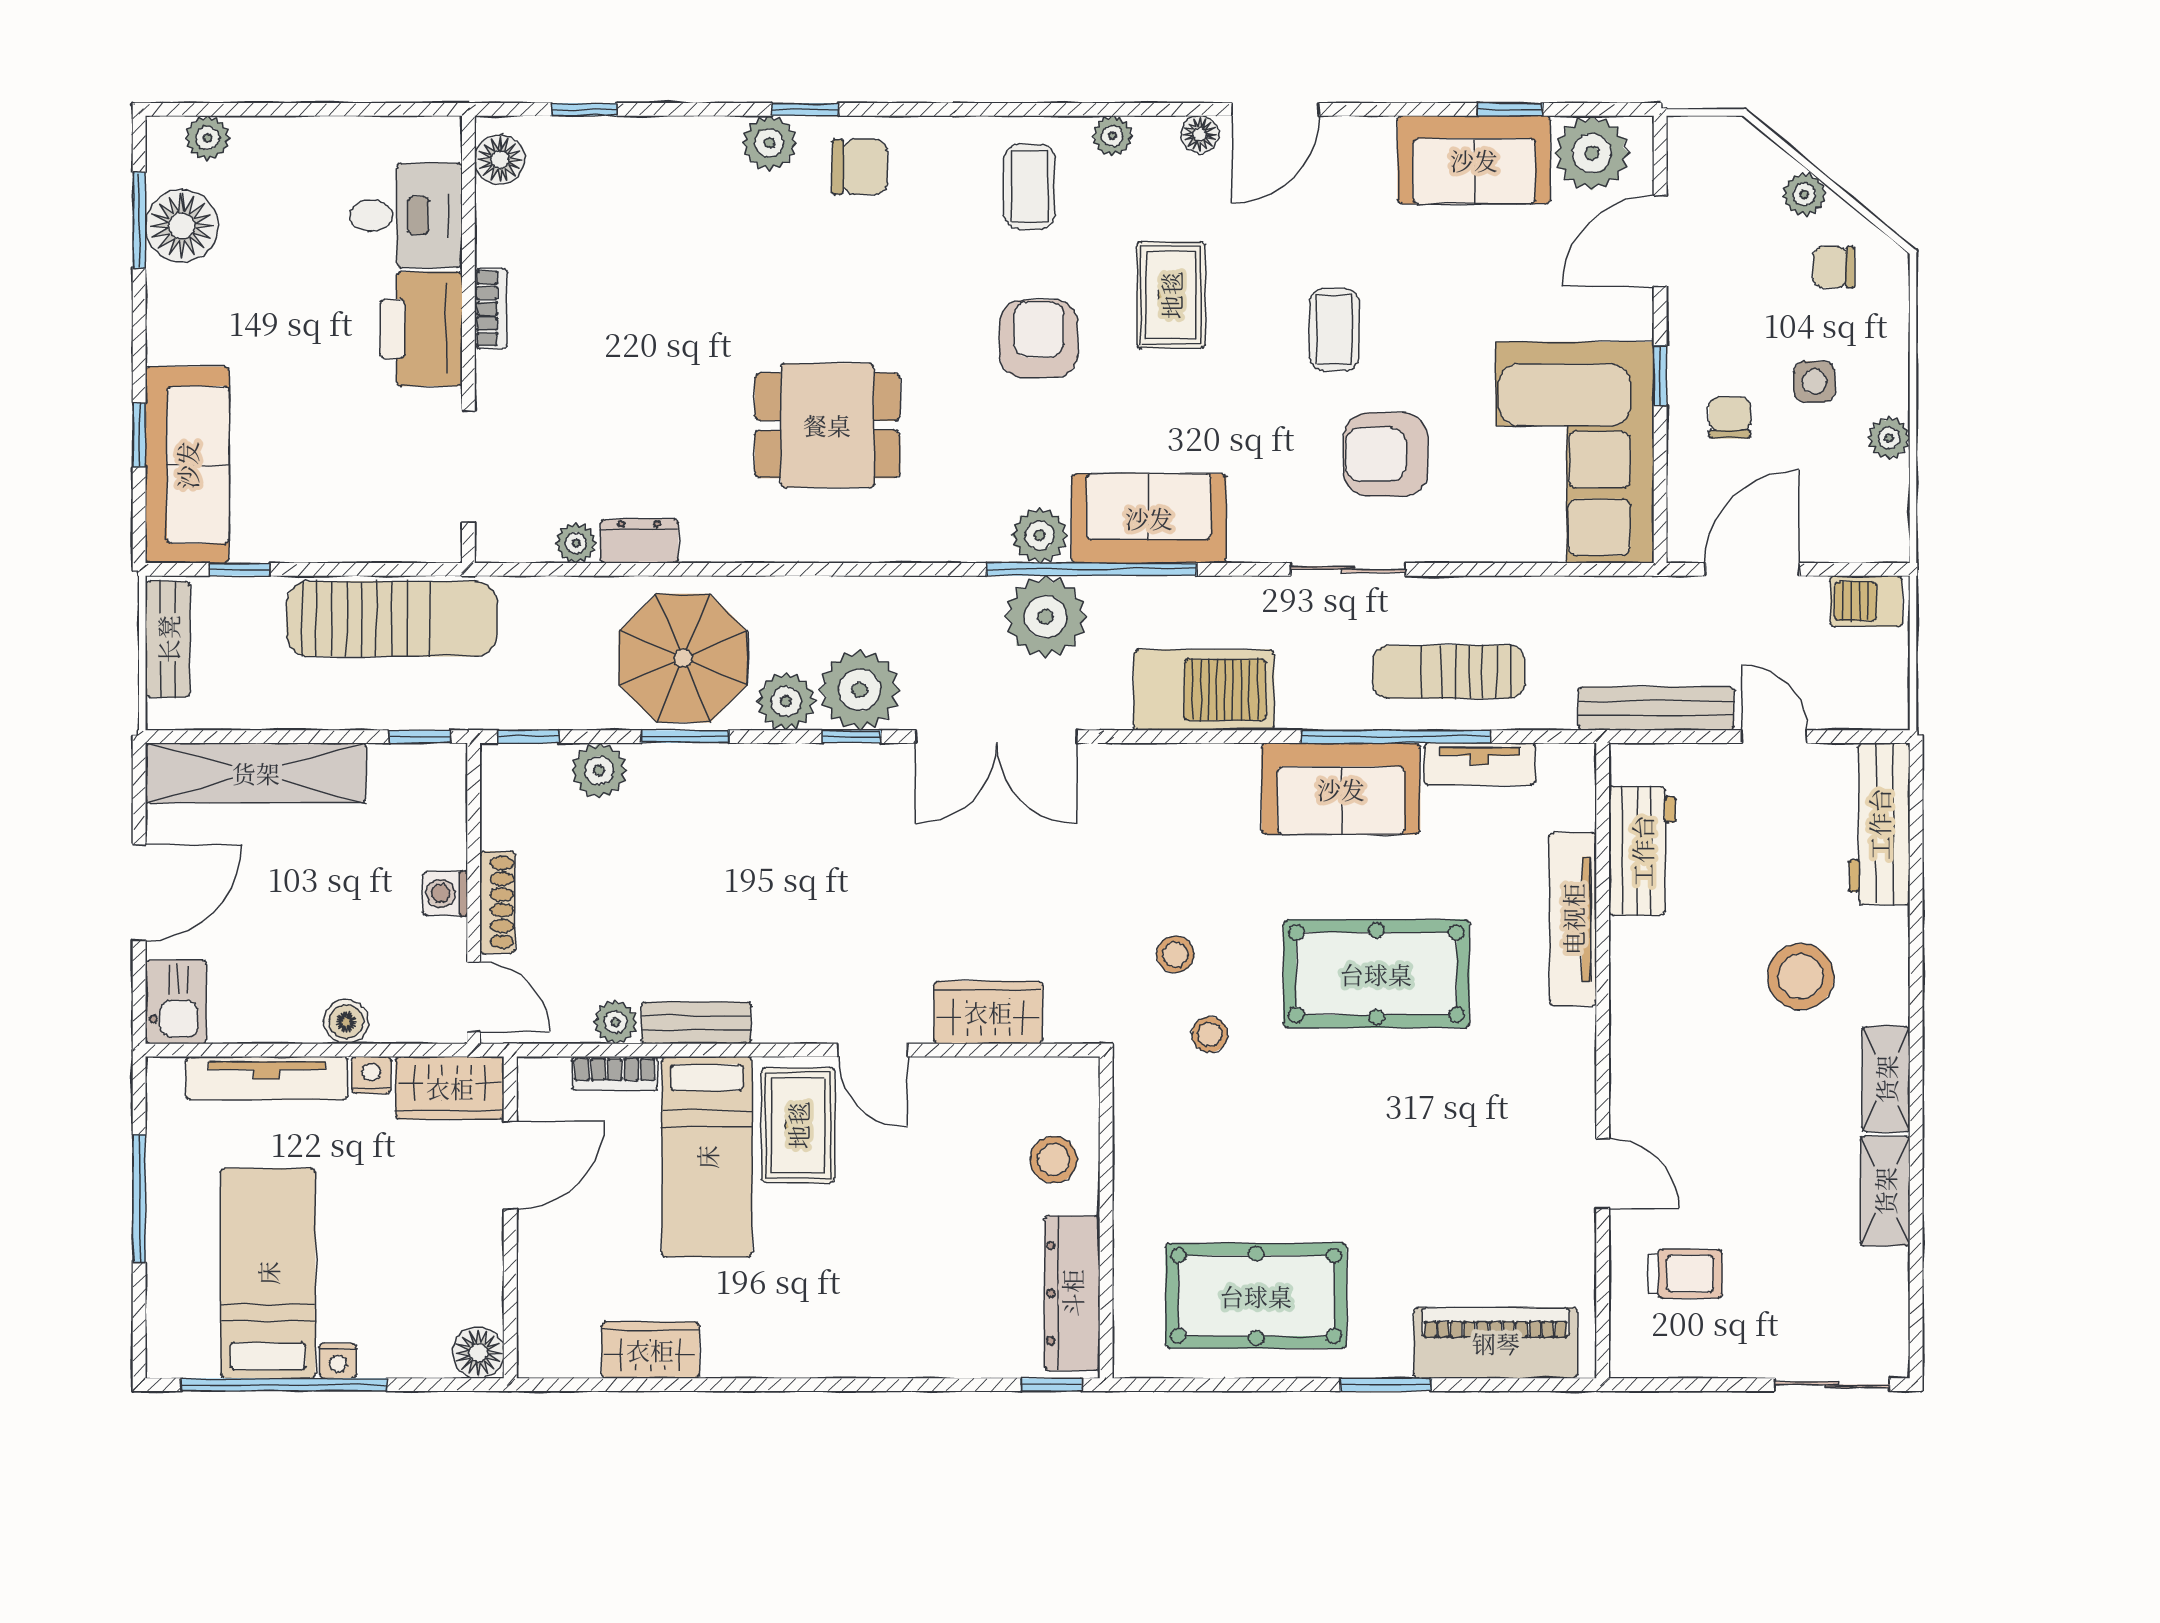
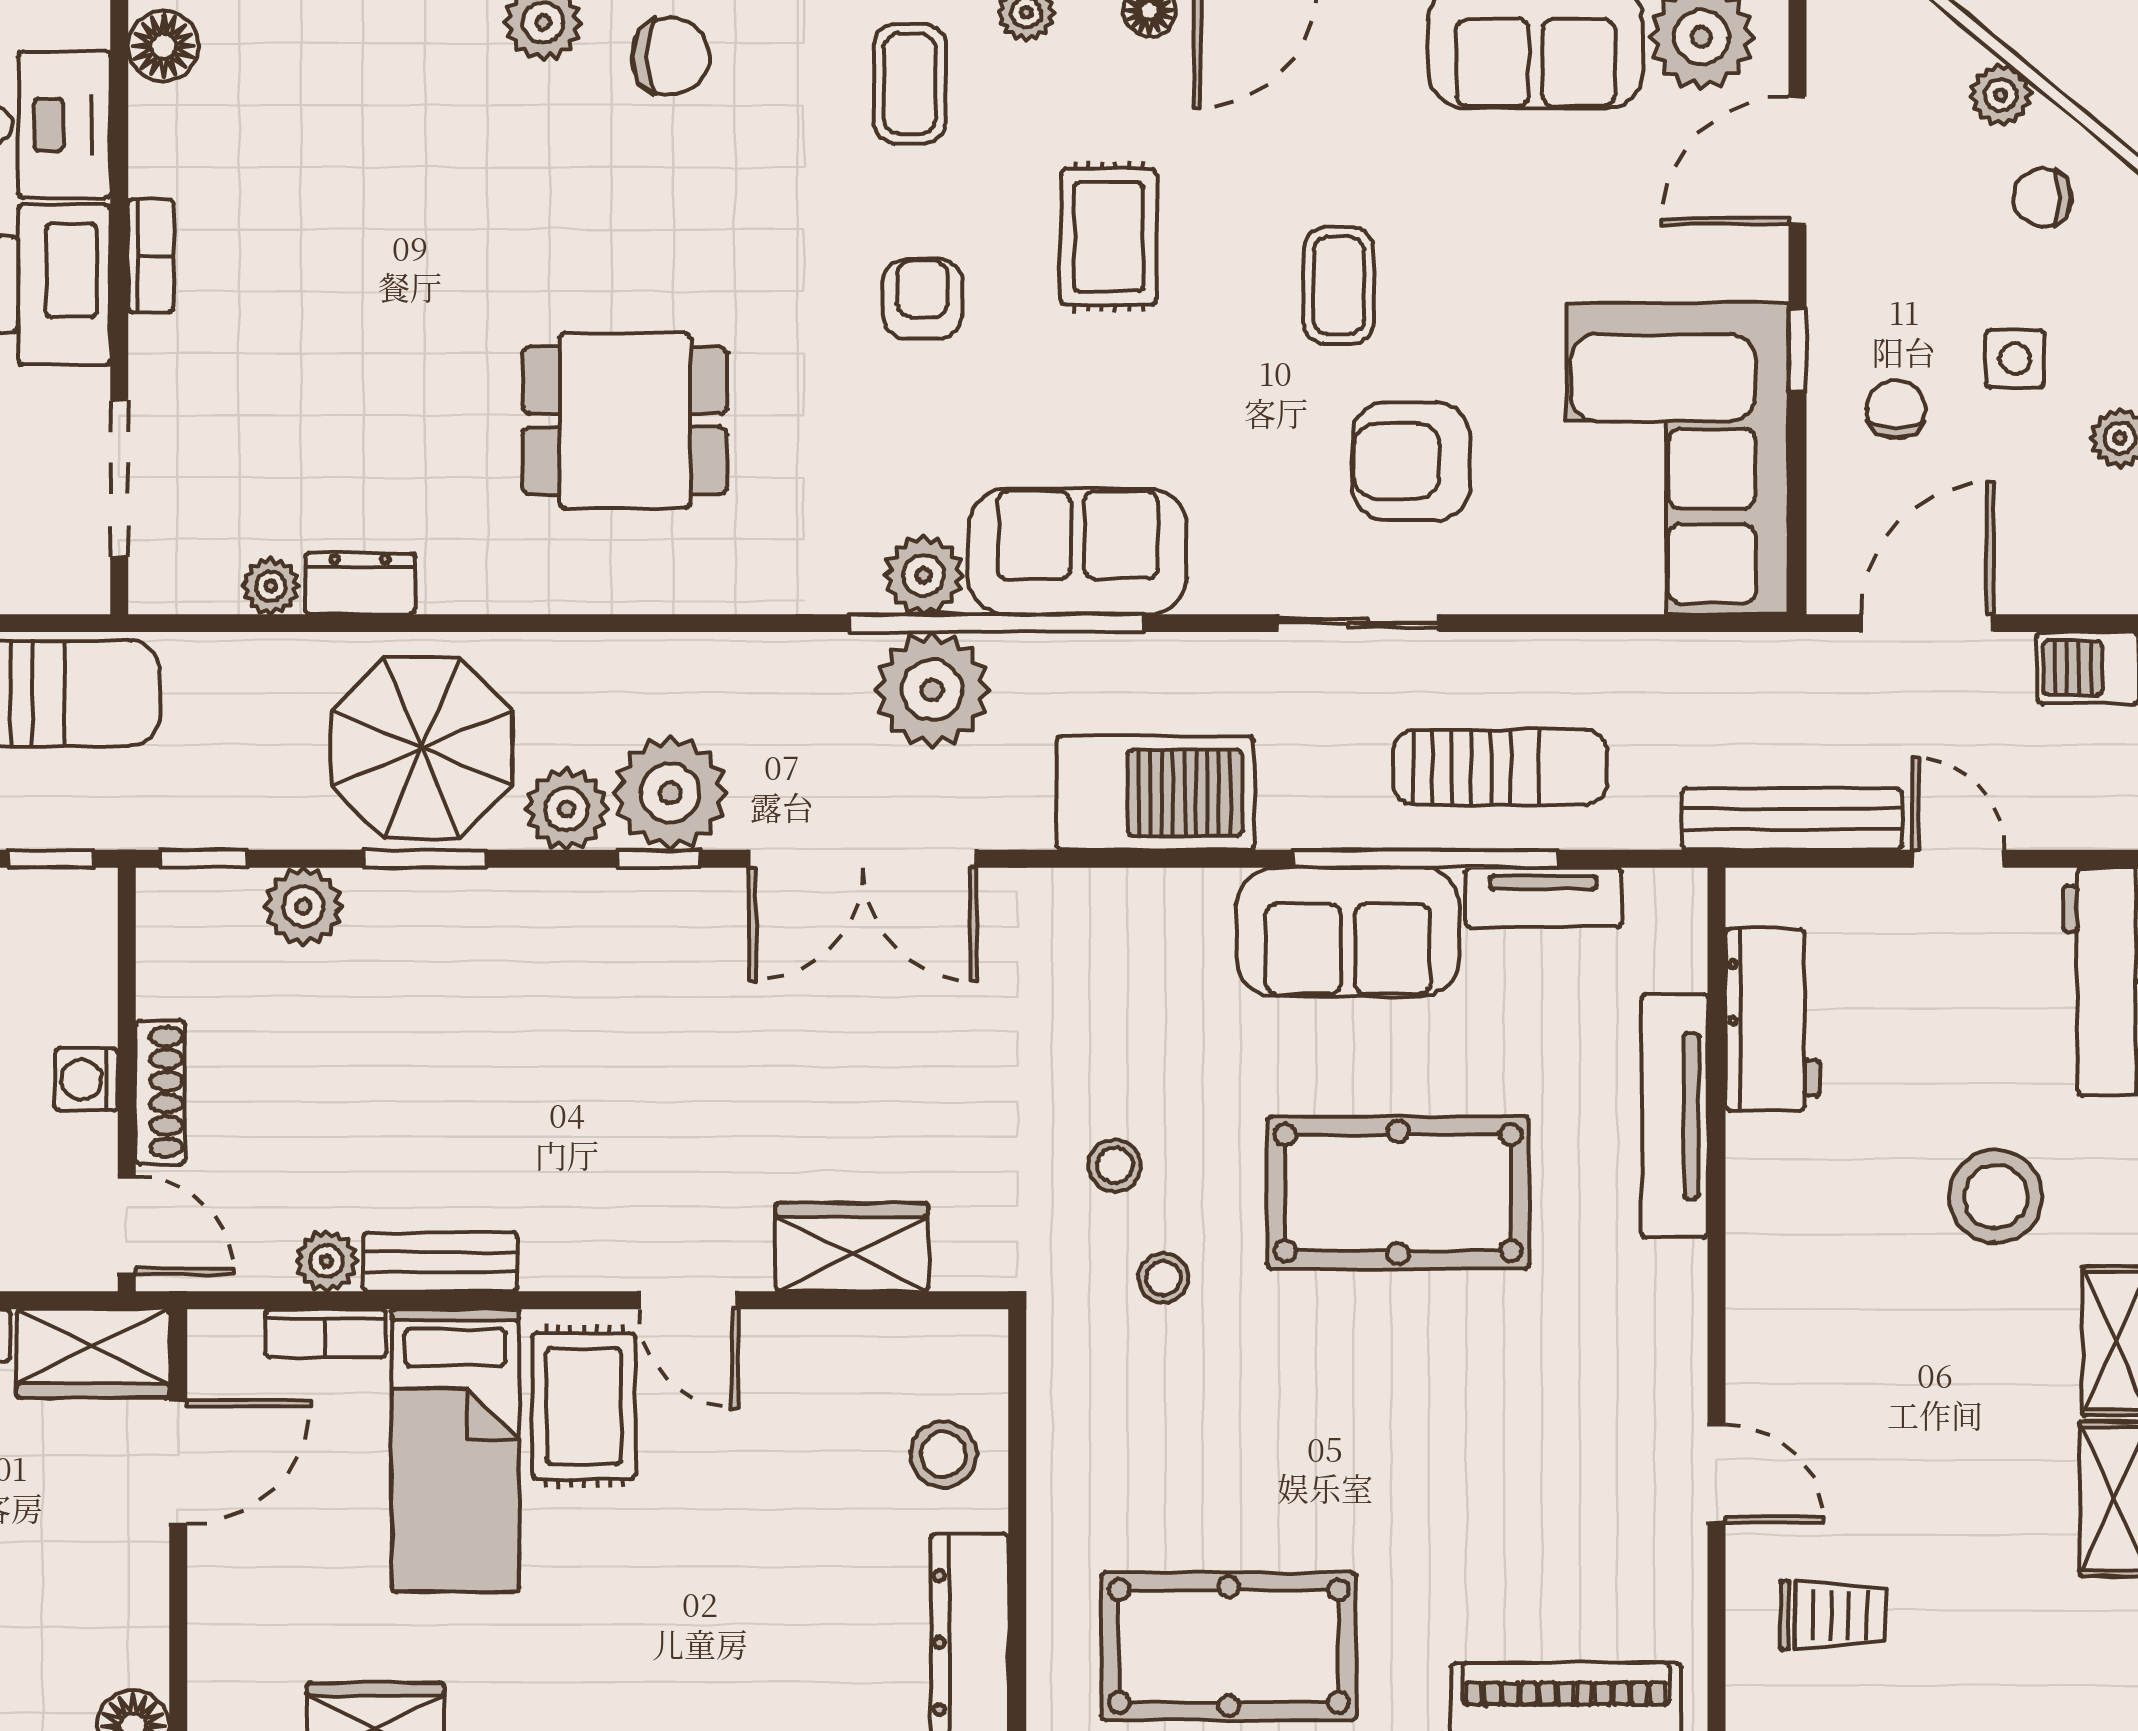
armchair: (1039, 339) -> (922, 298), width x0.72, depth x0.72
sun lounger: (1449, 672) -> (1500, 767), turned 180

